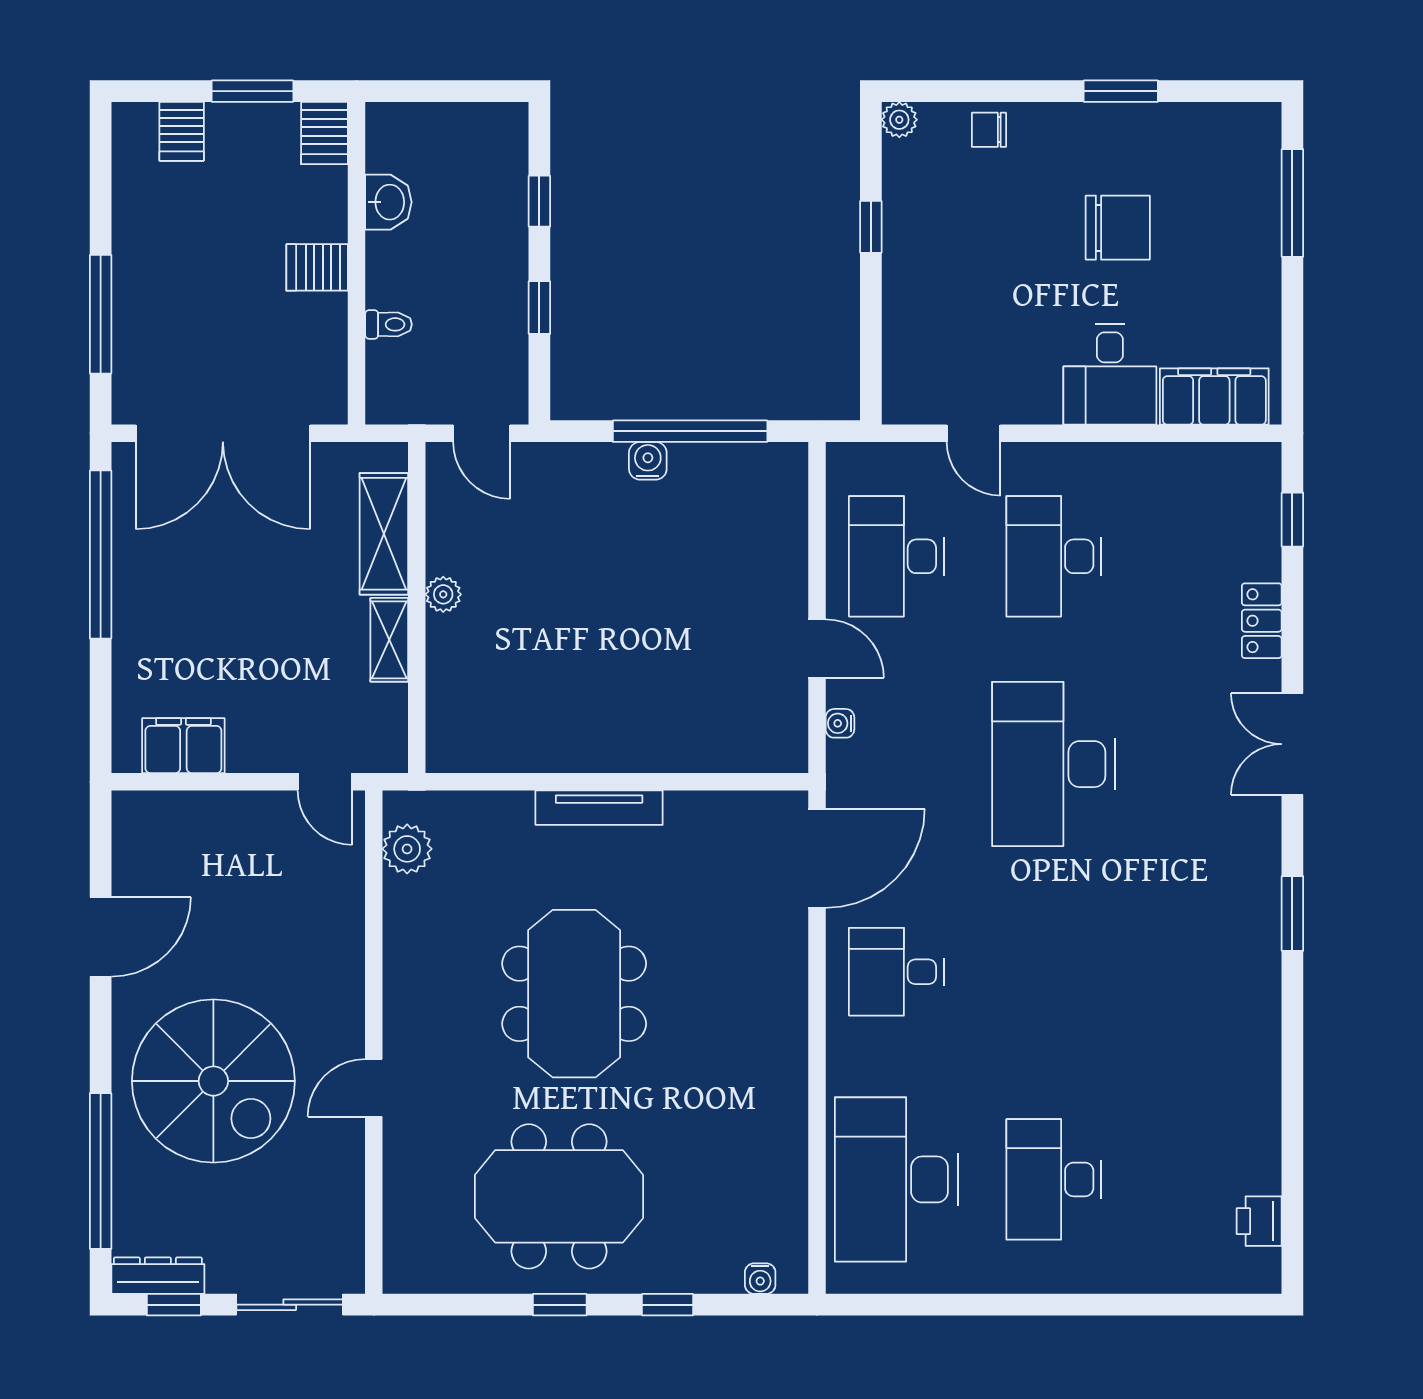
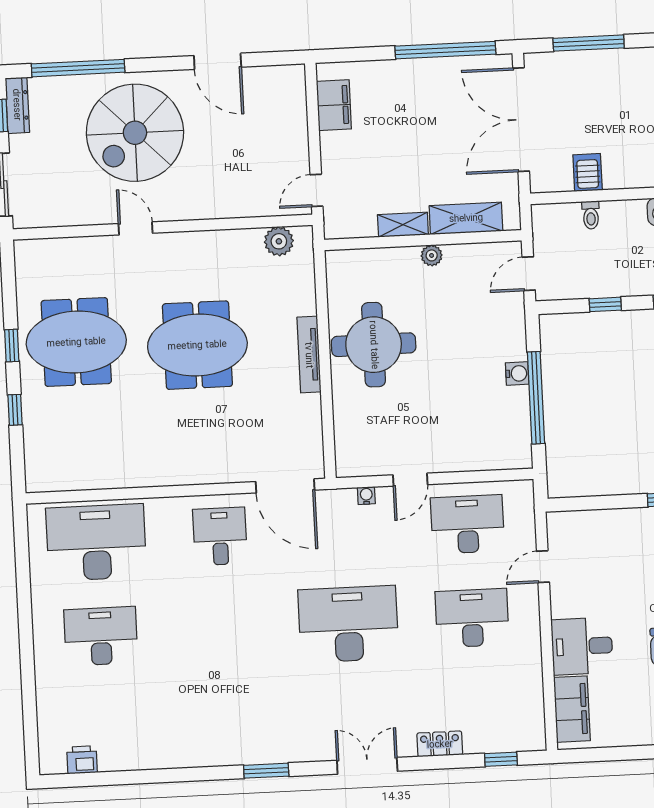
server rack: (317, 267) -> (588, 173), moved
round table: (588, 699) -> (374, 345), added
meeting table: (559, 1196) -> (76, 342), turned 90
water cooler: (760, 1279) -> (33, 464), removed

